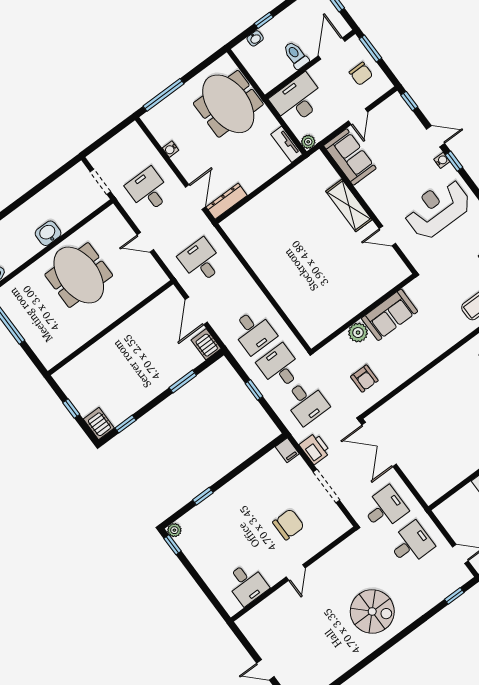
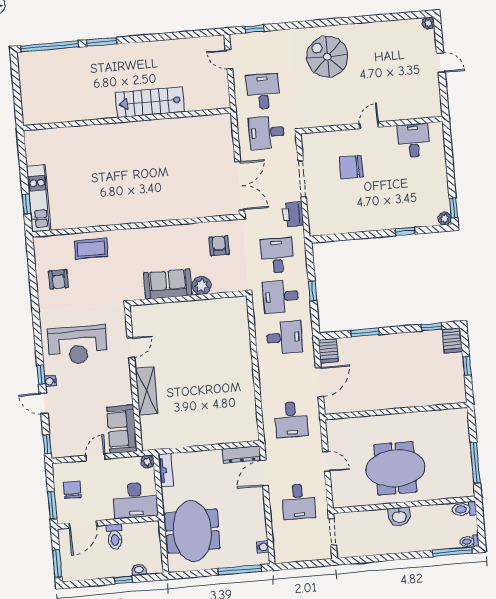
water cooler: (171, 149) -> (263, 547), moved
door: (387, 236) -> (131, 348), hinge flipped
meeting table: (79, 275) -> (395, 468), turned 90
desk: (254, 332) -> (284, 338), turned 90
desk: (280, 367) -> (281, 296), turned 90
filing cabinet: (287, 450) -> (316, 227), removed
desk: (411, 544) -> (263, 91), turned 90

